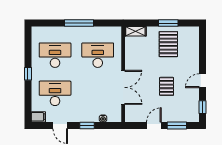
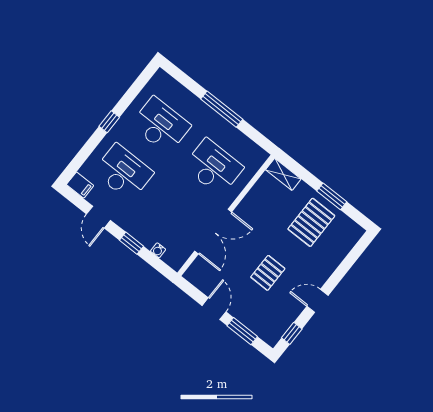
door: (154, 125) -> (214, 309), hinge flipped

